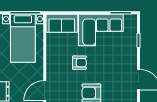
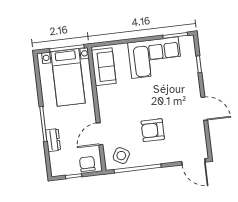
sofa: (62, 23) -> (104, 67), moved, turned -90
armchair: (79, 63) -> (135, 97), removed

